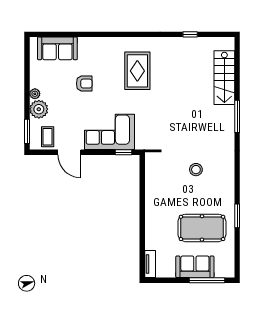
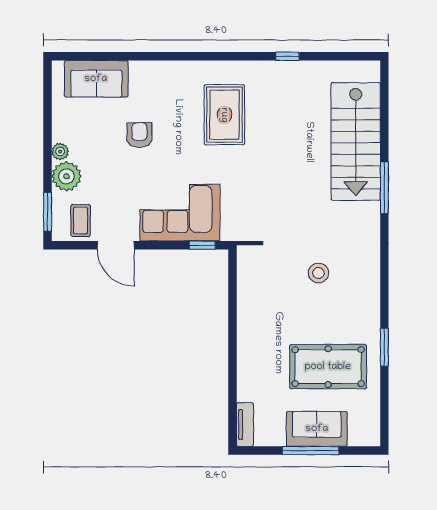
window: (190, 34) -> (288, 56), moved
stairs: (224, 78) -> (356, 141), width x1.36, depth x1.51
armchair: (84, 84) -> (139, 135), turned -90
window: (207, 280) -> (311, 451), moved

